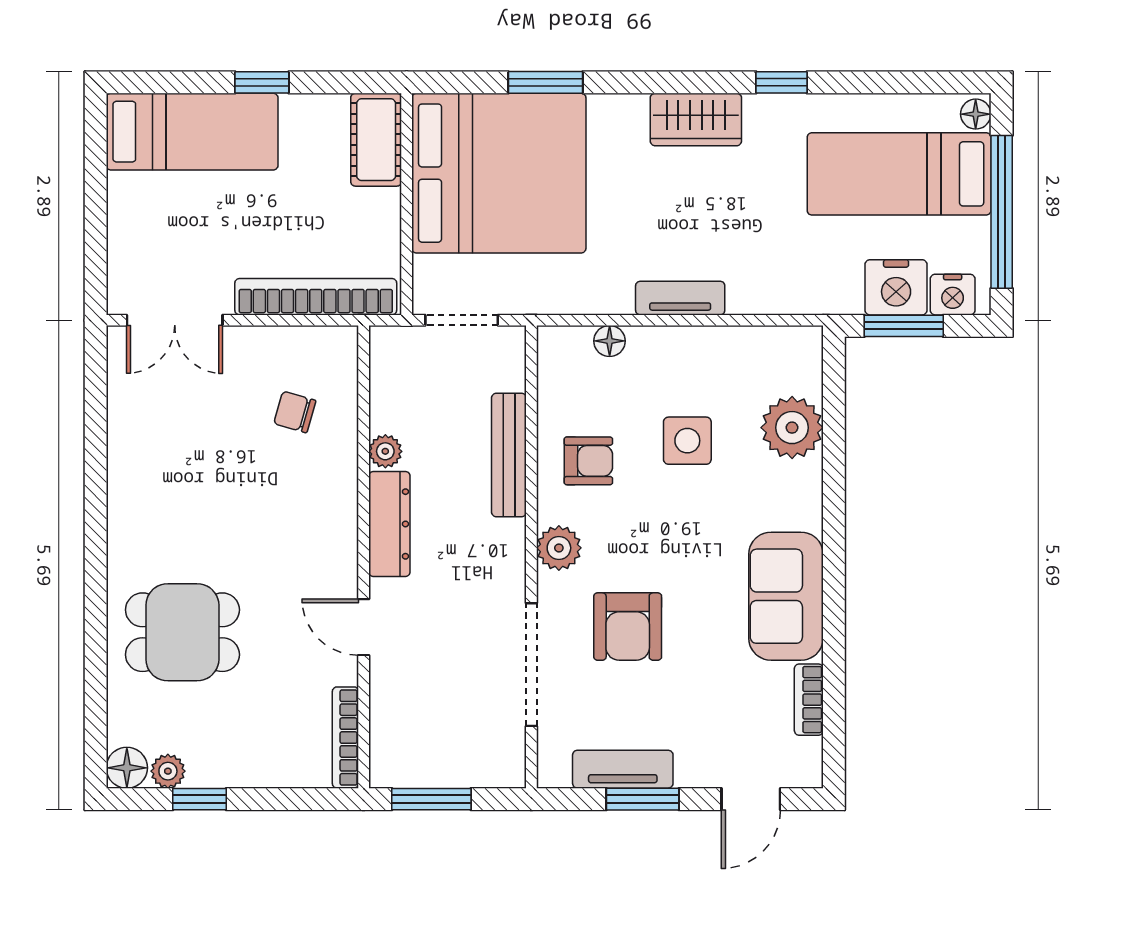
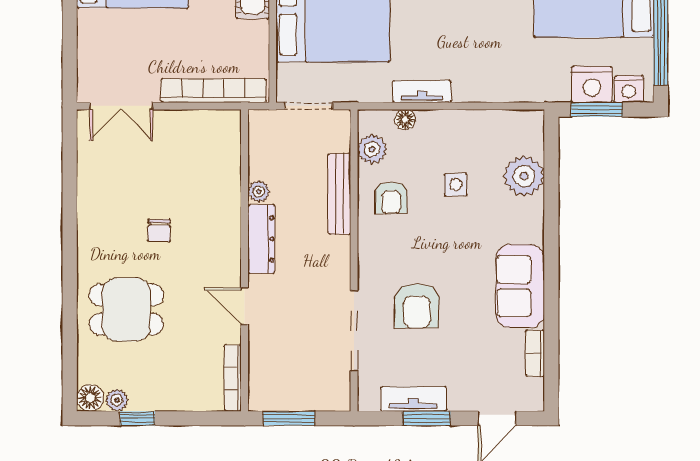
tv unit: (680, 298) -> (422, 92), moved
chair: (295, 412) -> (159, 231), moved, turned -106
side table: (687, 441) -> (456, 185), width x0.73, depth x0.73
armchair: (588, 461) -> (391, 198), turned 90
plant: (559, 548) -> (372, 149), moved

